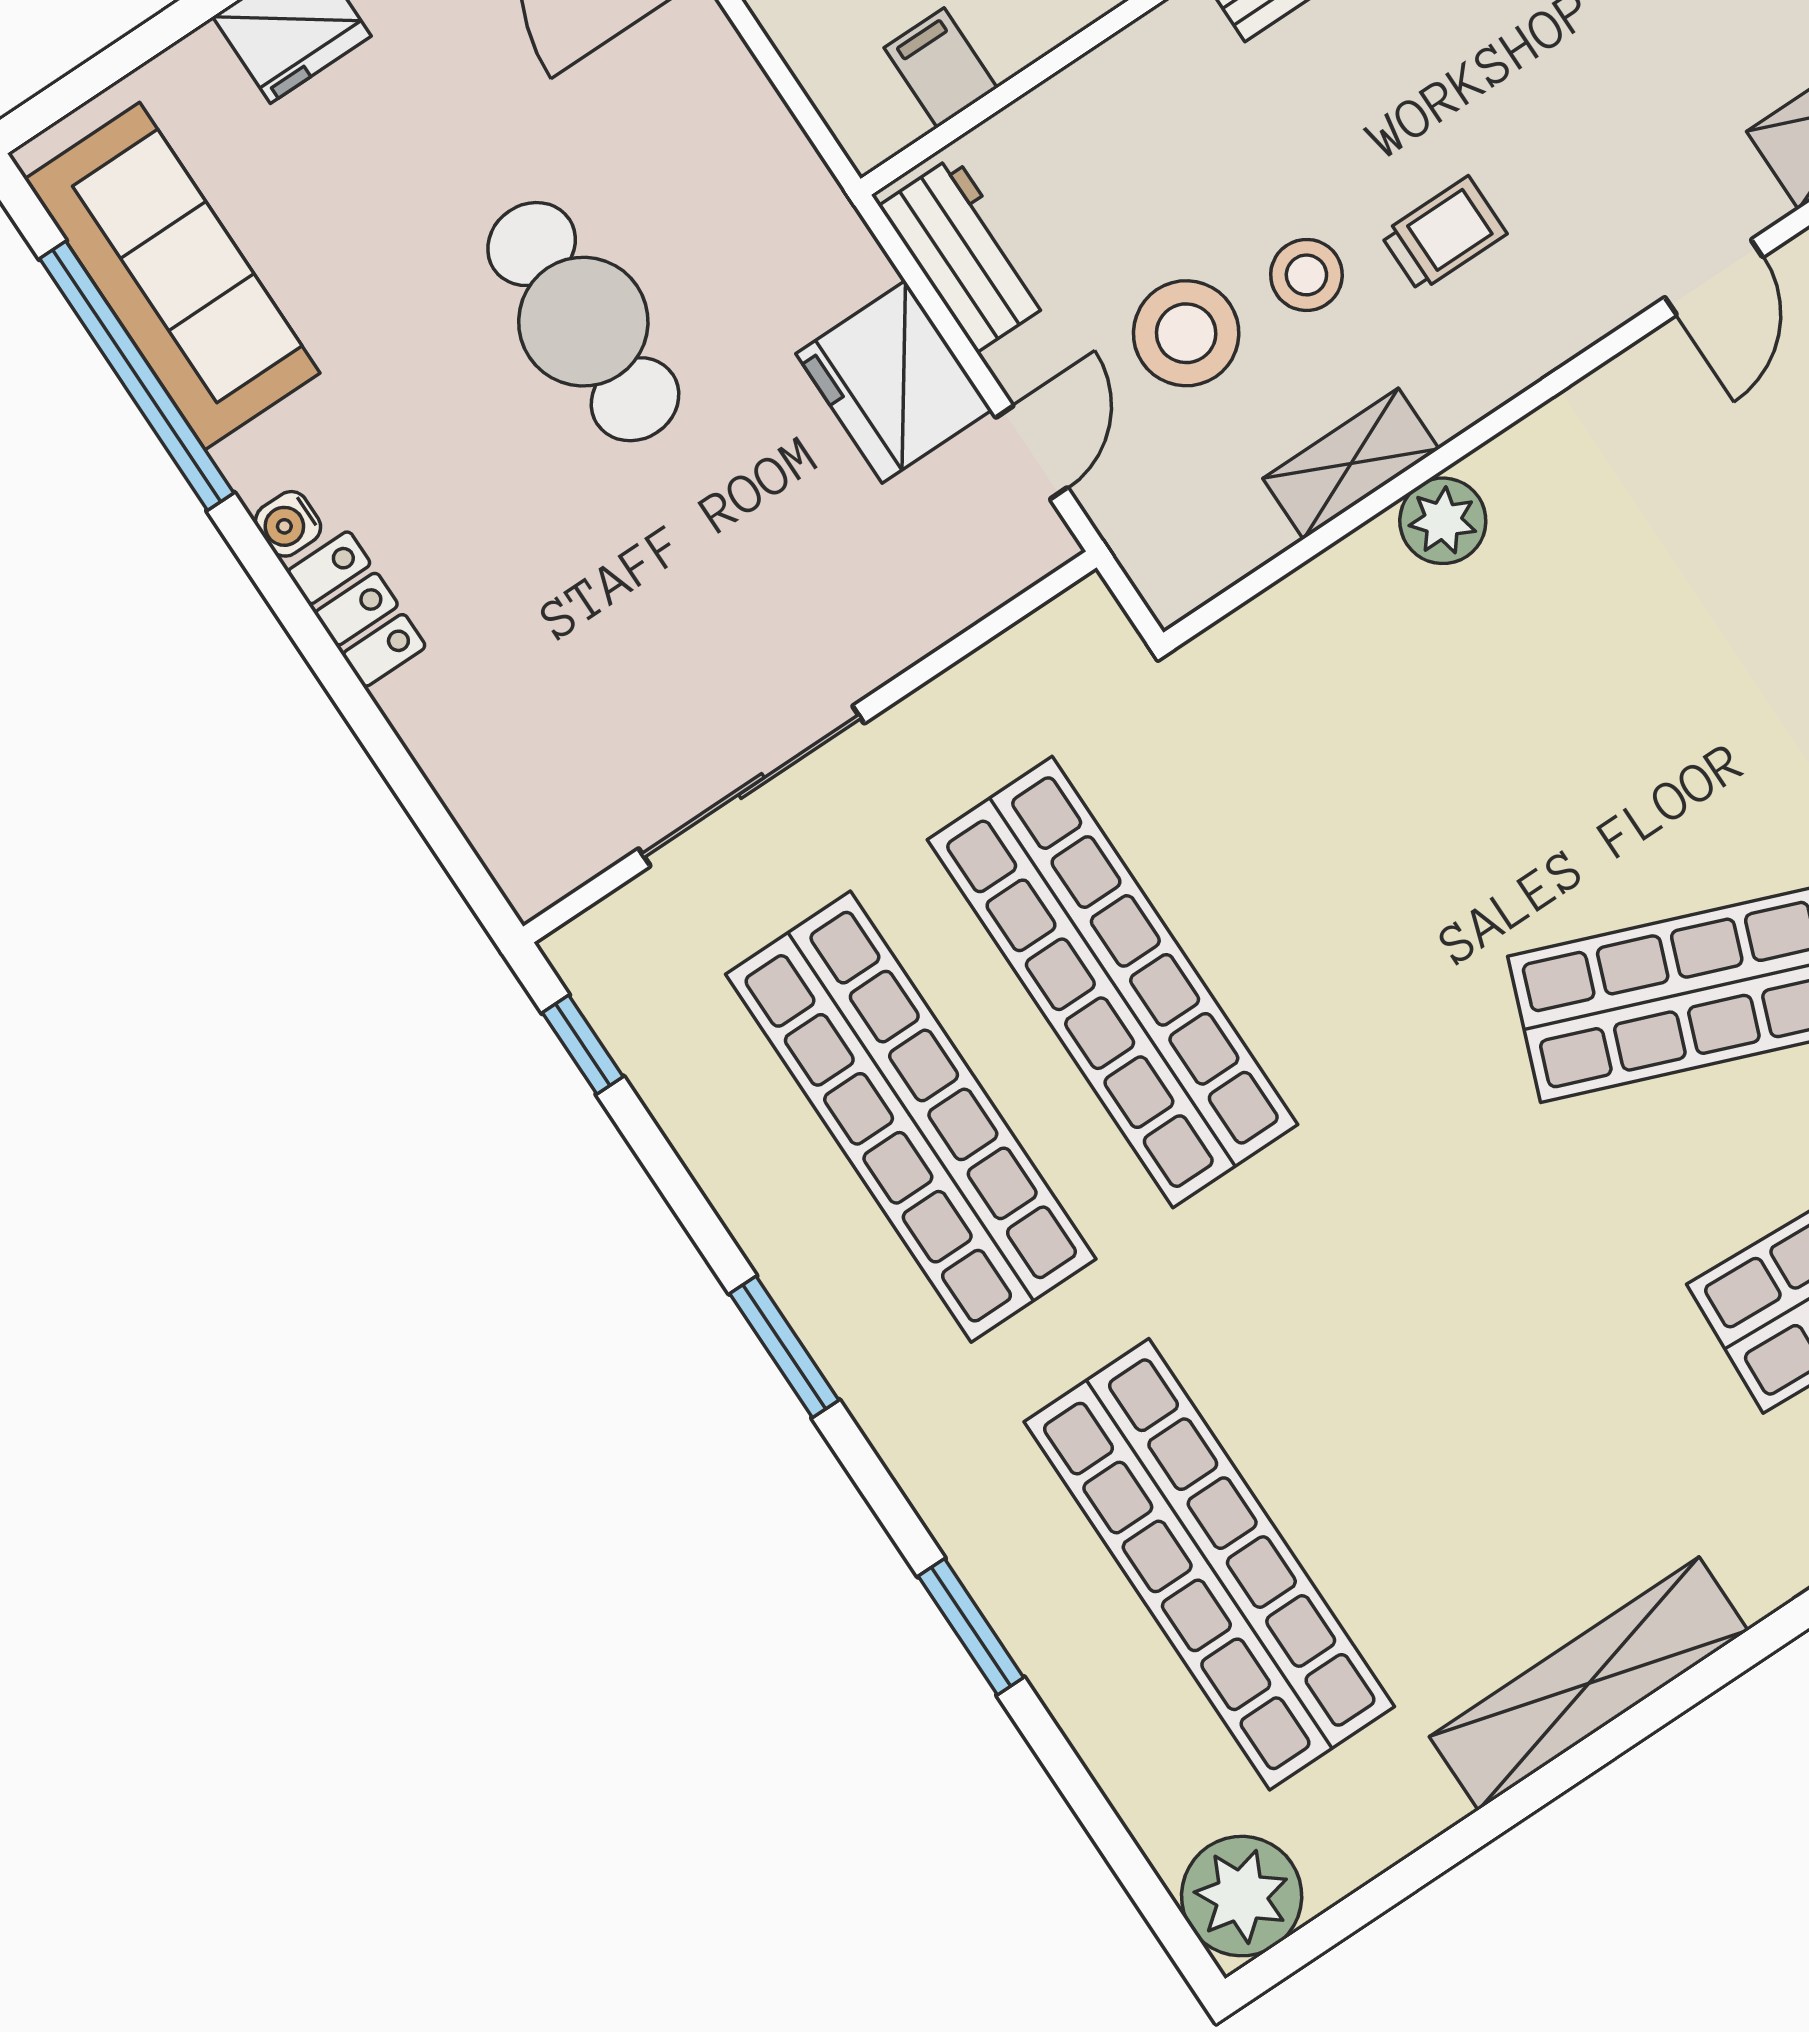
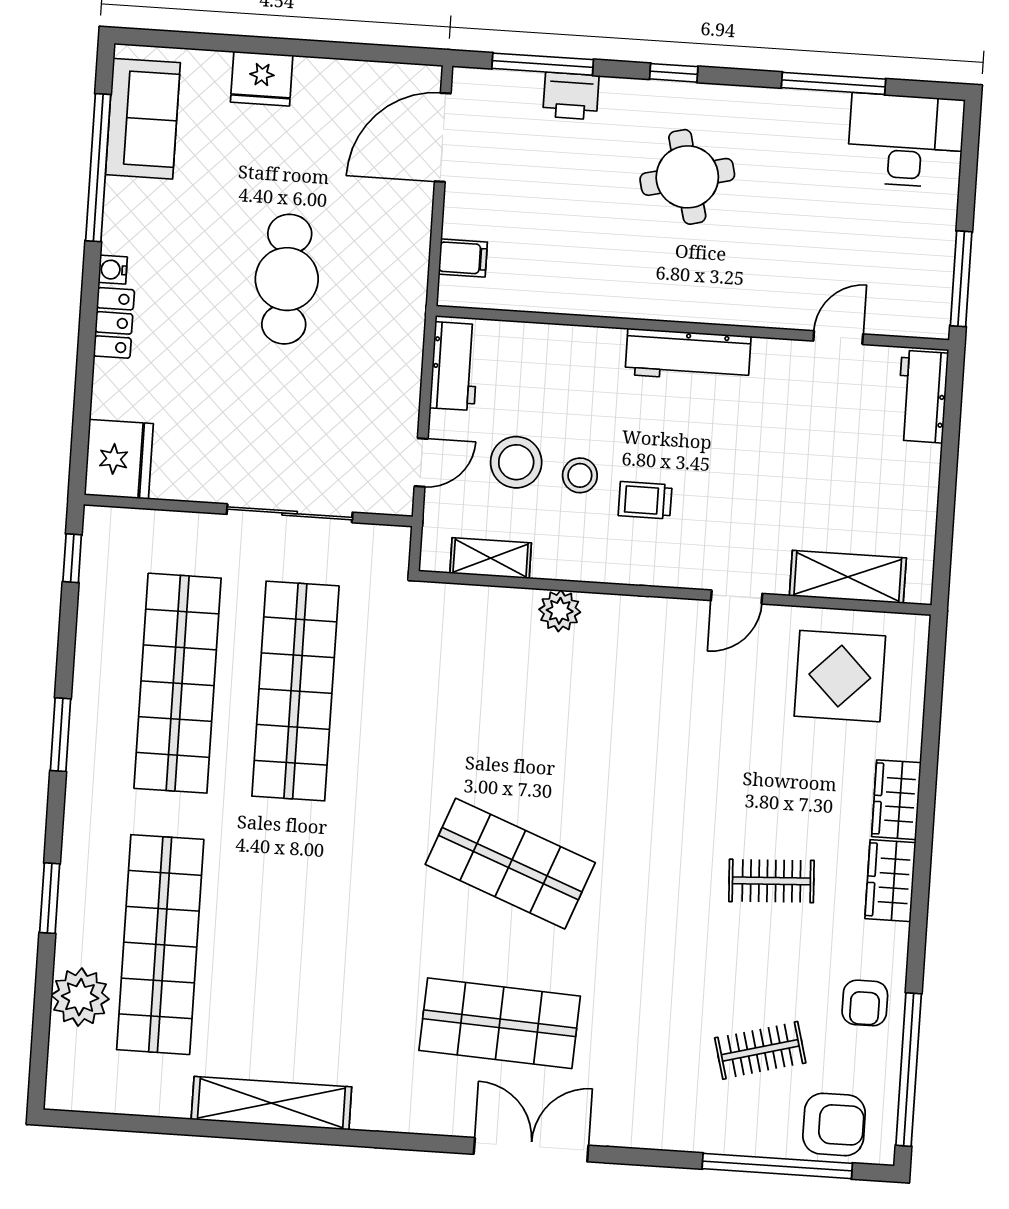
filing cabinet: (941, 68) -> (463, 258), moved, turned 90
trolley: (1444, 234) -> (645, 500), turned 180
sofa: (172, 276) -> (143, 119), width x0.73
fridge: (894, 382) -> (119, 459), moved, turned 180
shelving: (1351, 464) -> (491, 558), moved
sliding door: (751, 786) -> (290, 513), moved
plant: (1242, 1896) -> (80, 997), moved

